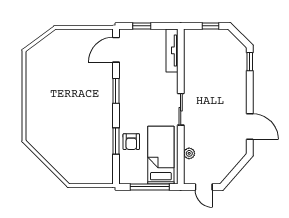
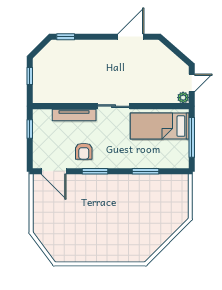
window: (142, 26) -> (30, 129), moved
tv unit: (172, 50) -> (74, 115), moved
armchair: (131, 142) -> (84, 151), moved, turned 90
plant: (189, 153) -> (183, 98), moved

